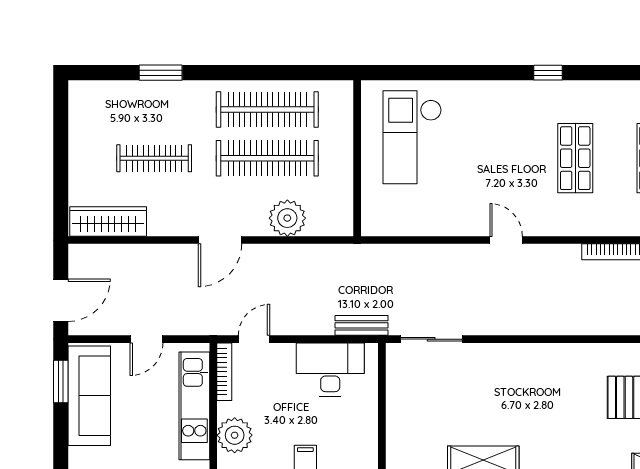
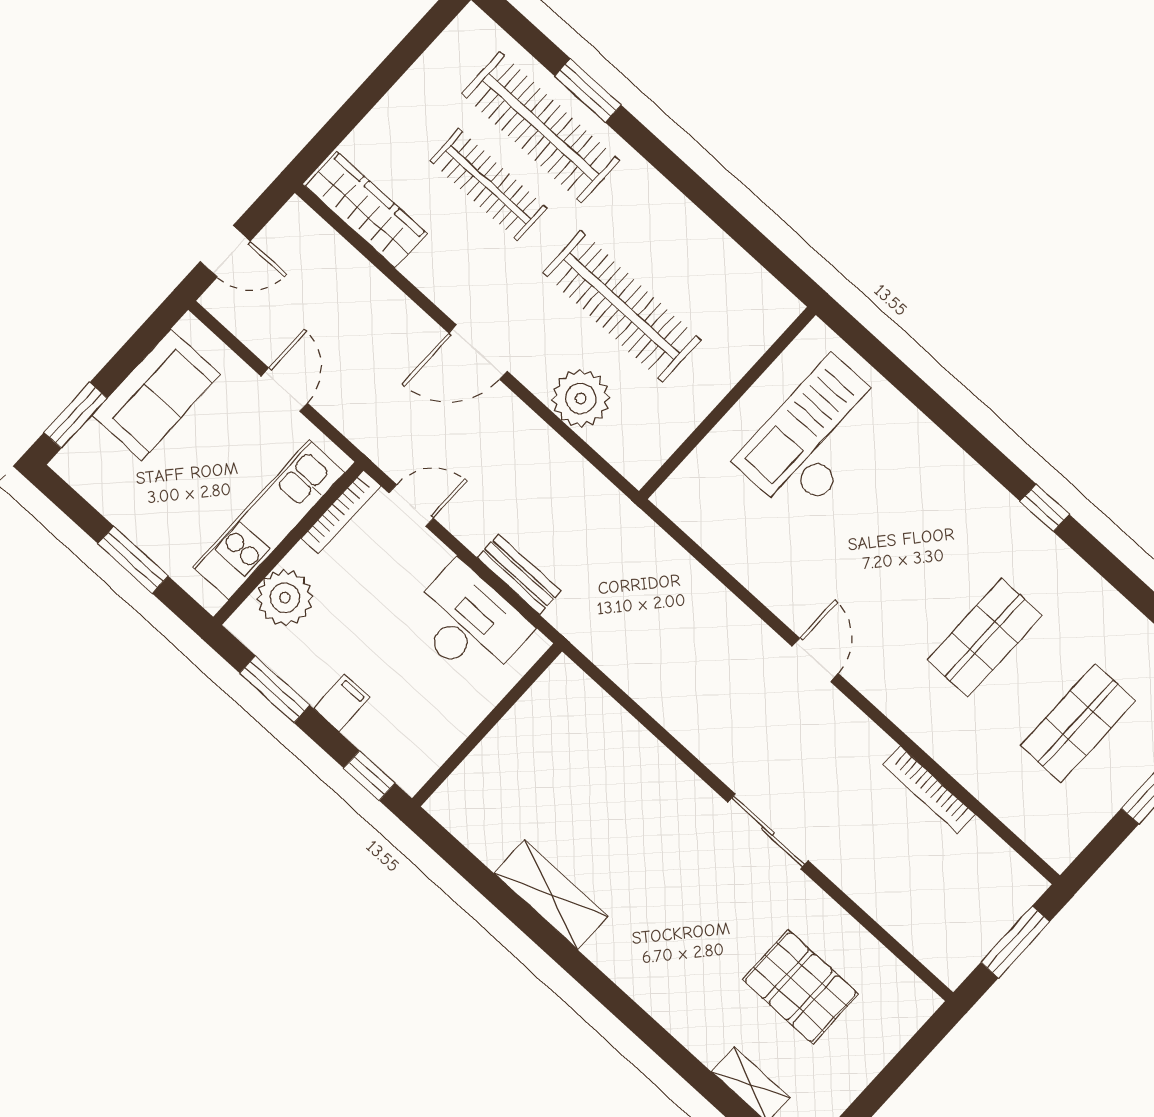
clothes rail: (267, 110) -> (541, 127), moved
door: (61, 300) -> (225, 251), width x0.73
bench: (361, 325) -> (519, 574), moved
door: (146, 339) -> (284, 390), swing flipped
sliding door: (431, 339) -> (768, 831), moved
window: (61, 382) -> (76, 415), moved
sofa: (89, 396) -> (156, 395), width x0.73

